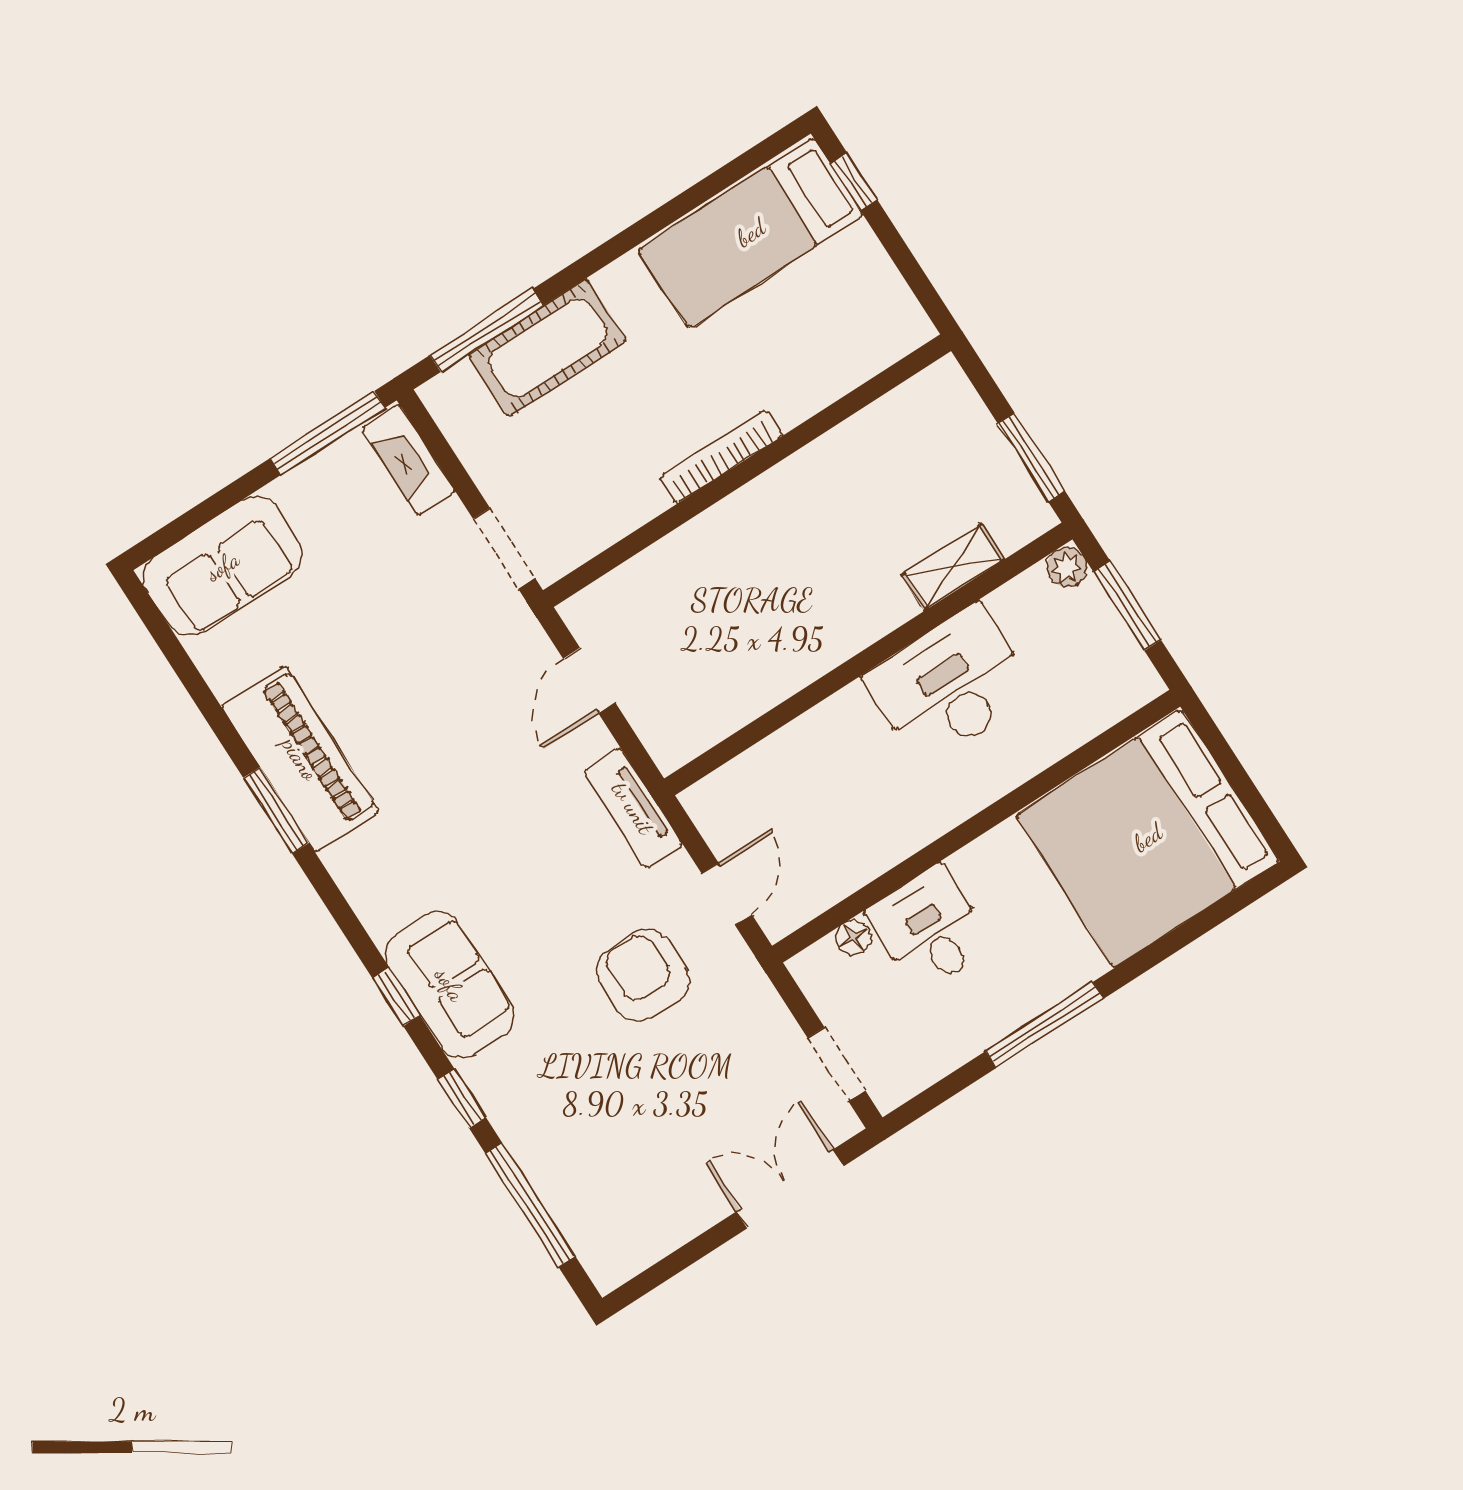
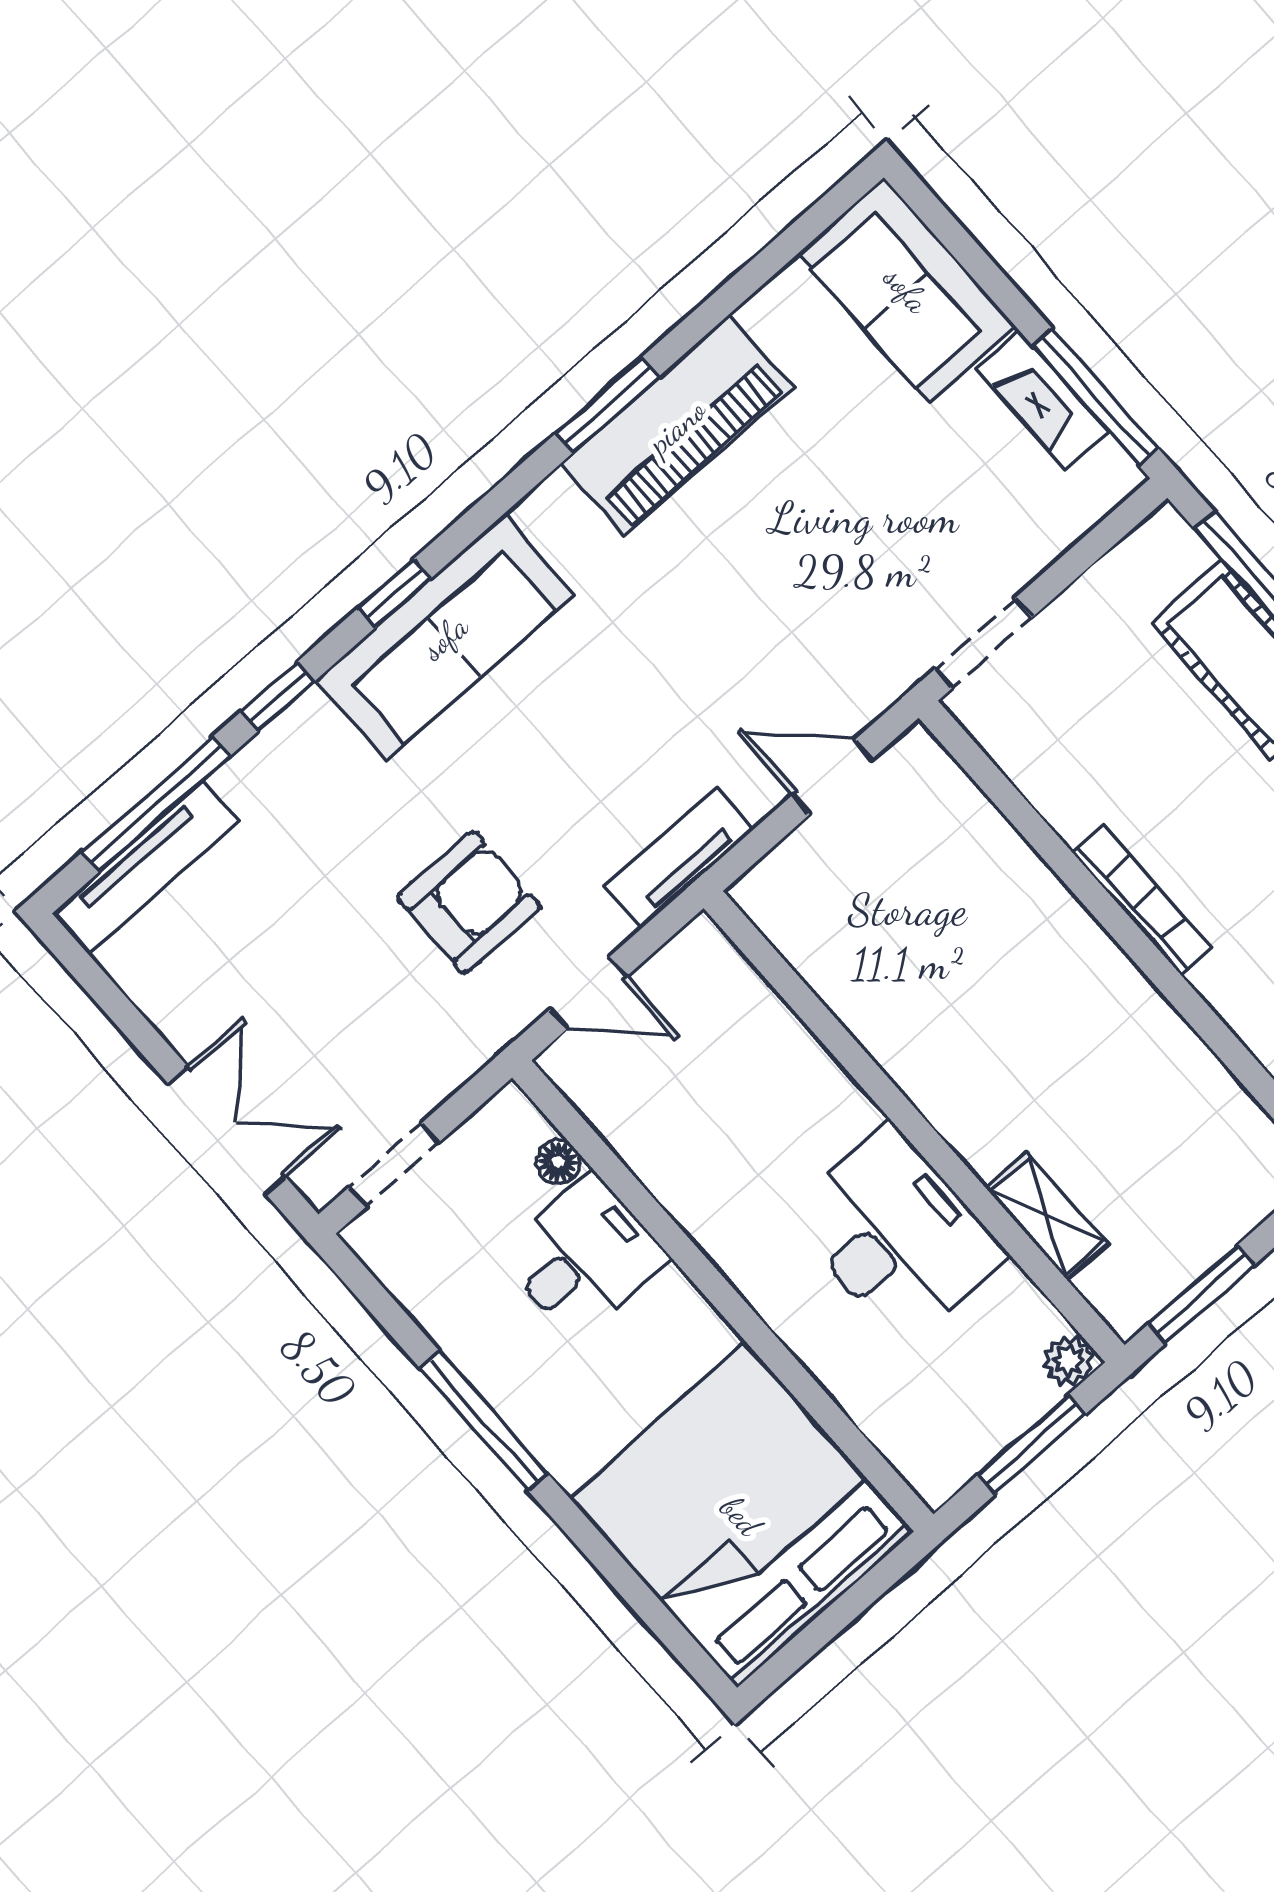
fireplace: (408, 460) -> (1043, 400), moved, turned -90
sofa: (450, 985) -> (445, 637), width x1.36
tv unit: (578, 1220) -> (146, 867), added

